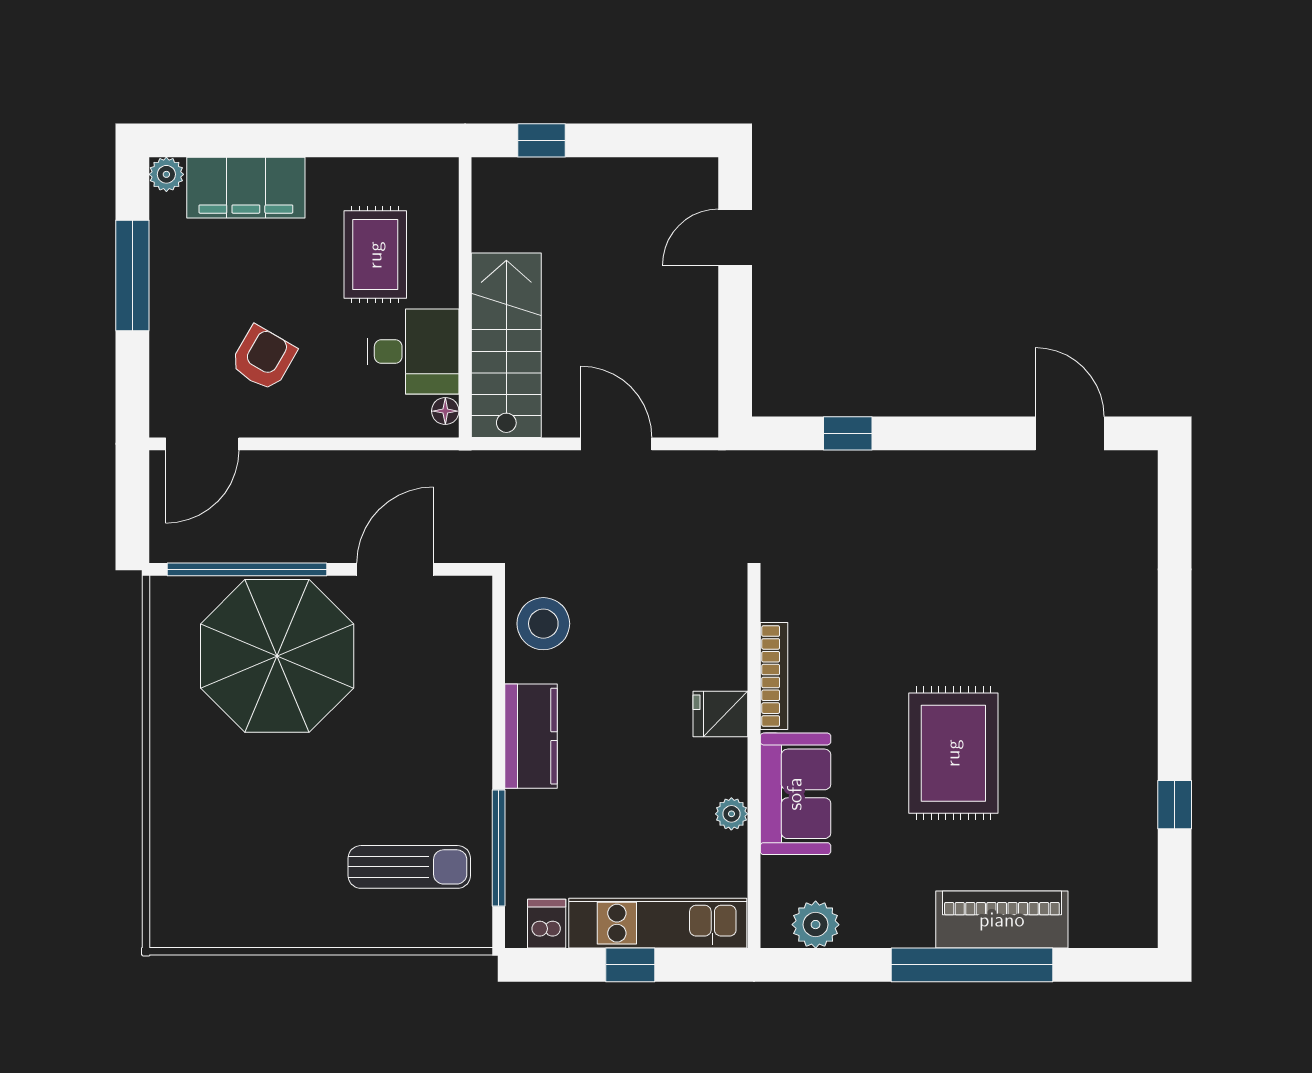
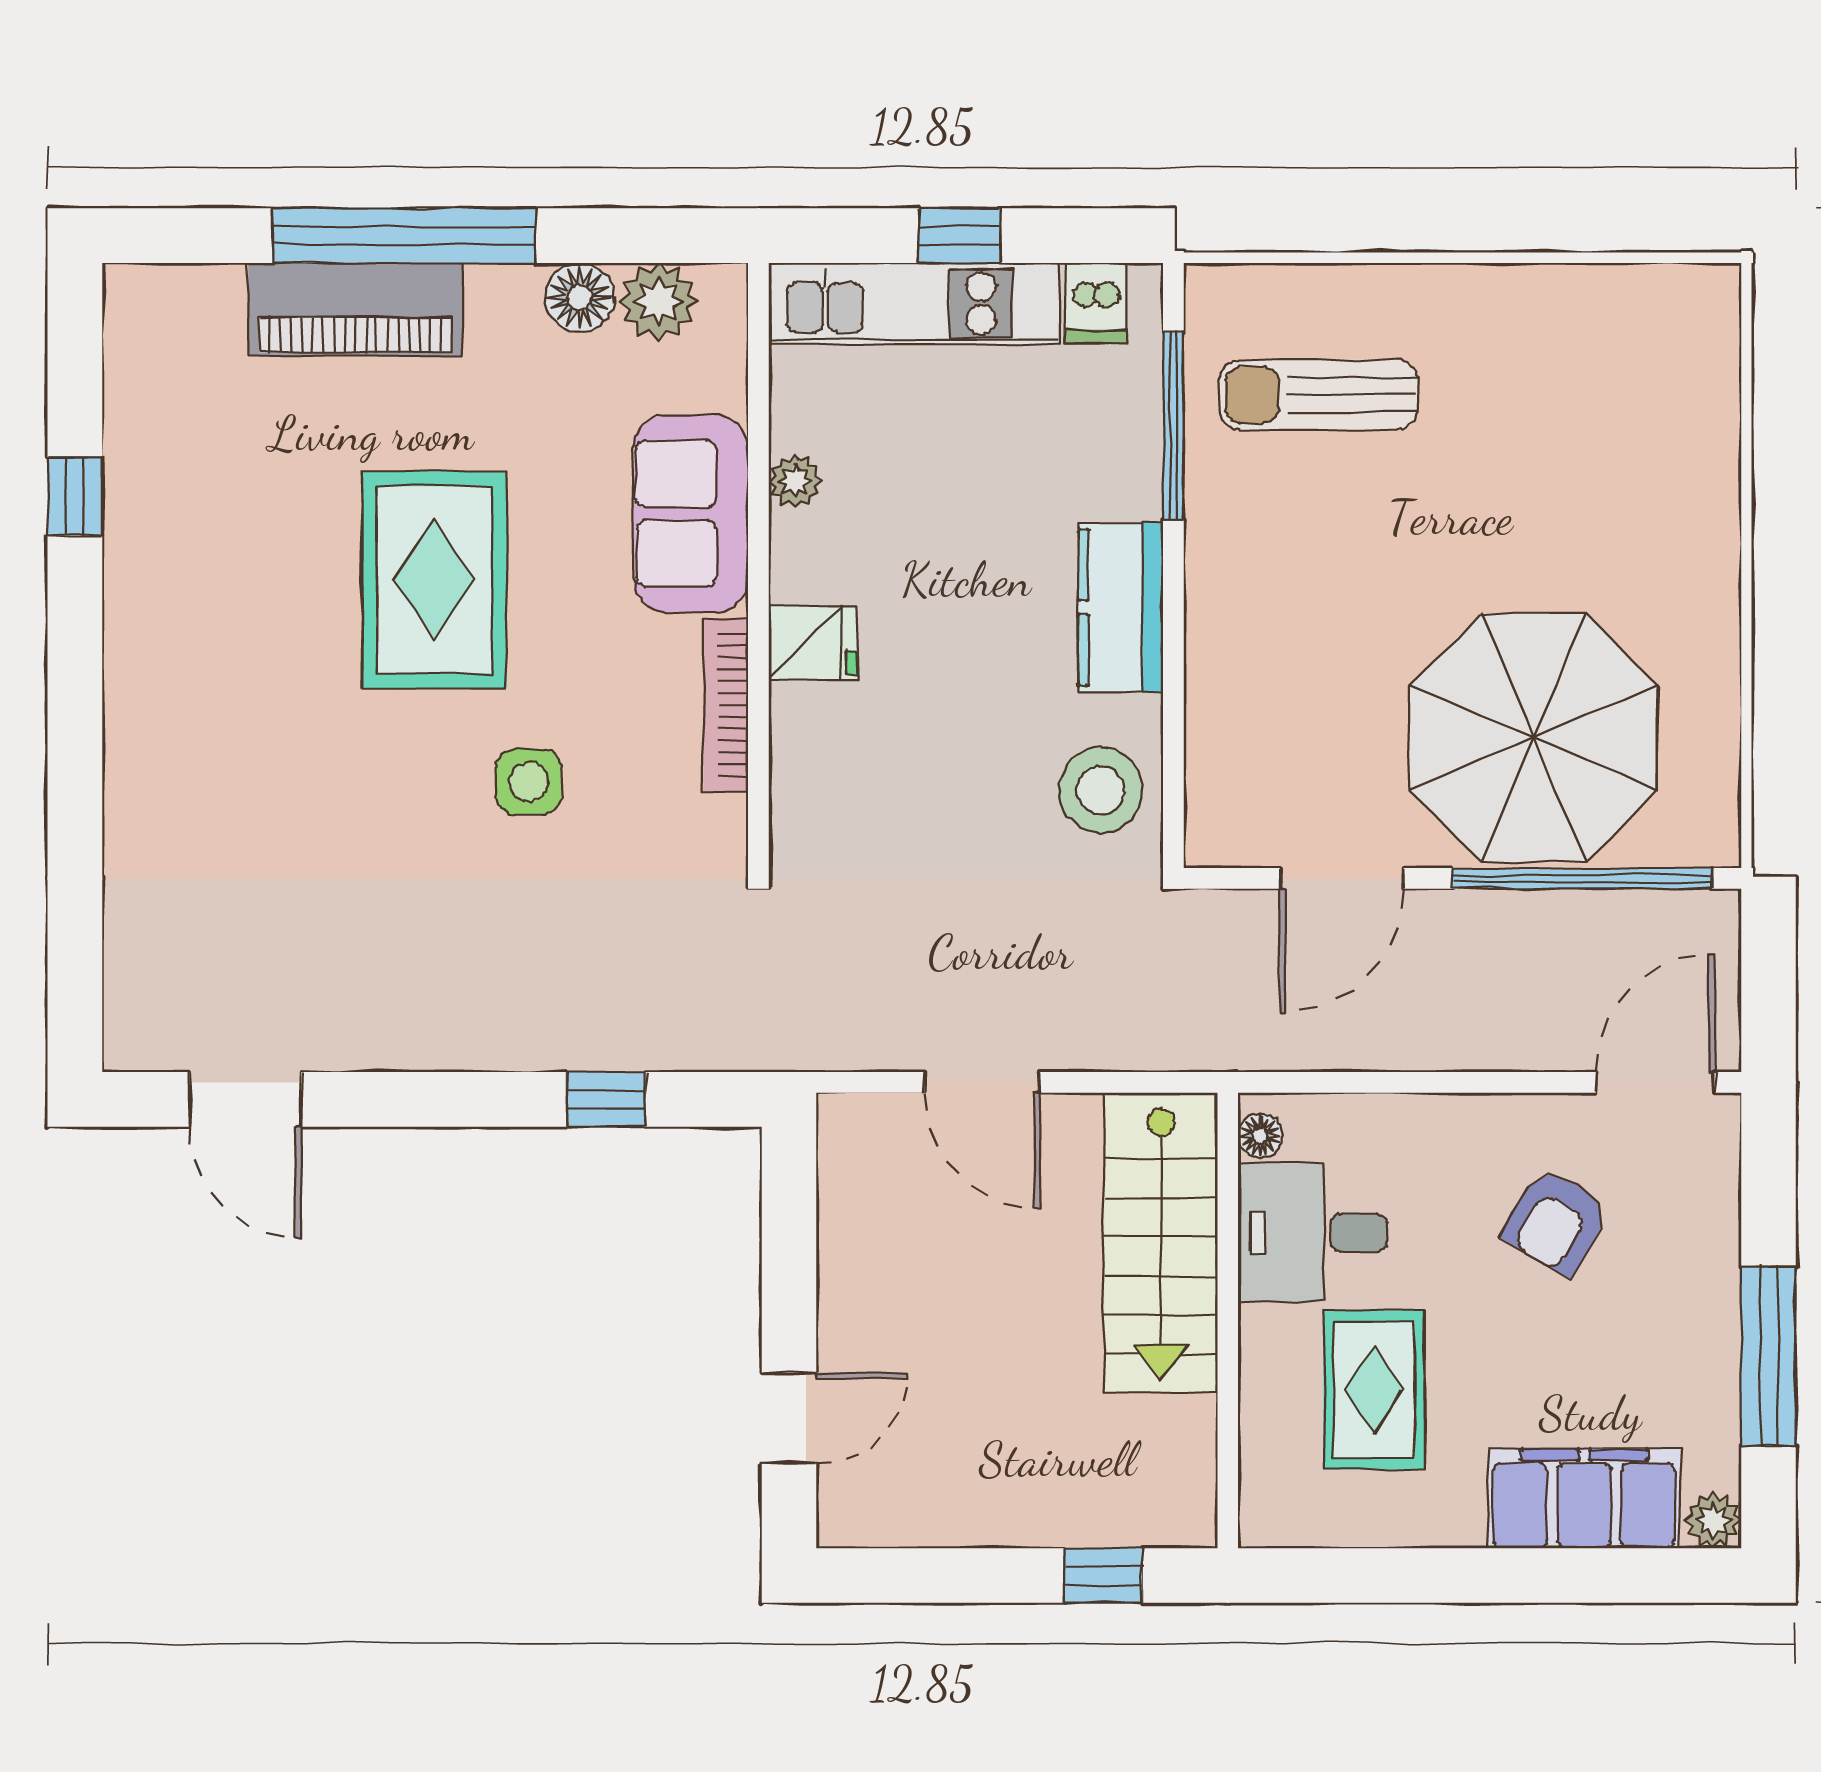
side table: (895, 629) -> (529, 782), added
floor lamp: (864, 927) -> (580, 298), added

